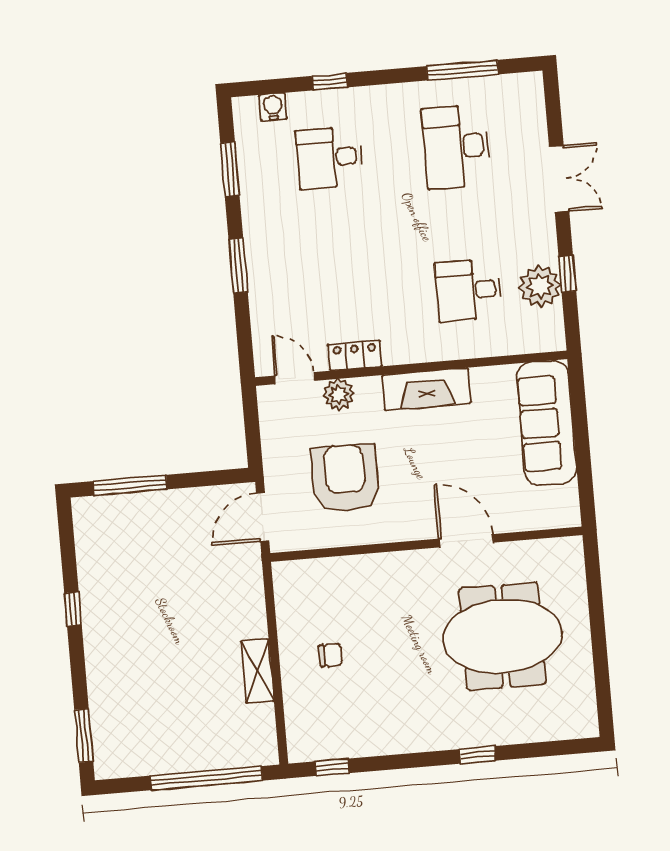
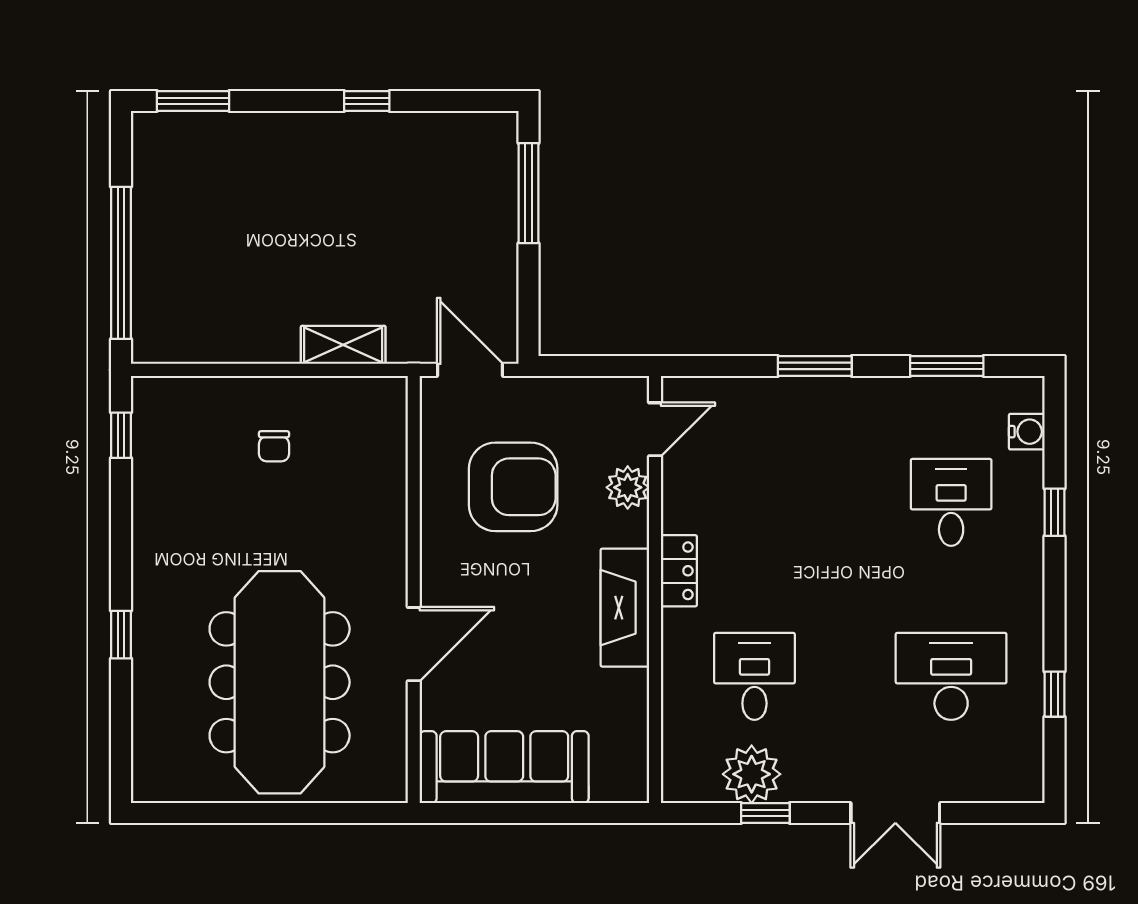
window: (463, 70) -> (1055, 694), width x0.46
locker: (355, 355) -> (679, 571), moved
sofa: (546, 423) -> (504, 767), moved
meeting table: (502, 636) -> (280, 682), width x1.36
shelving: (257, 671) -> (343, 345), moved

